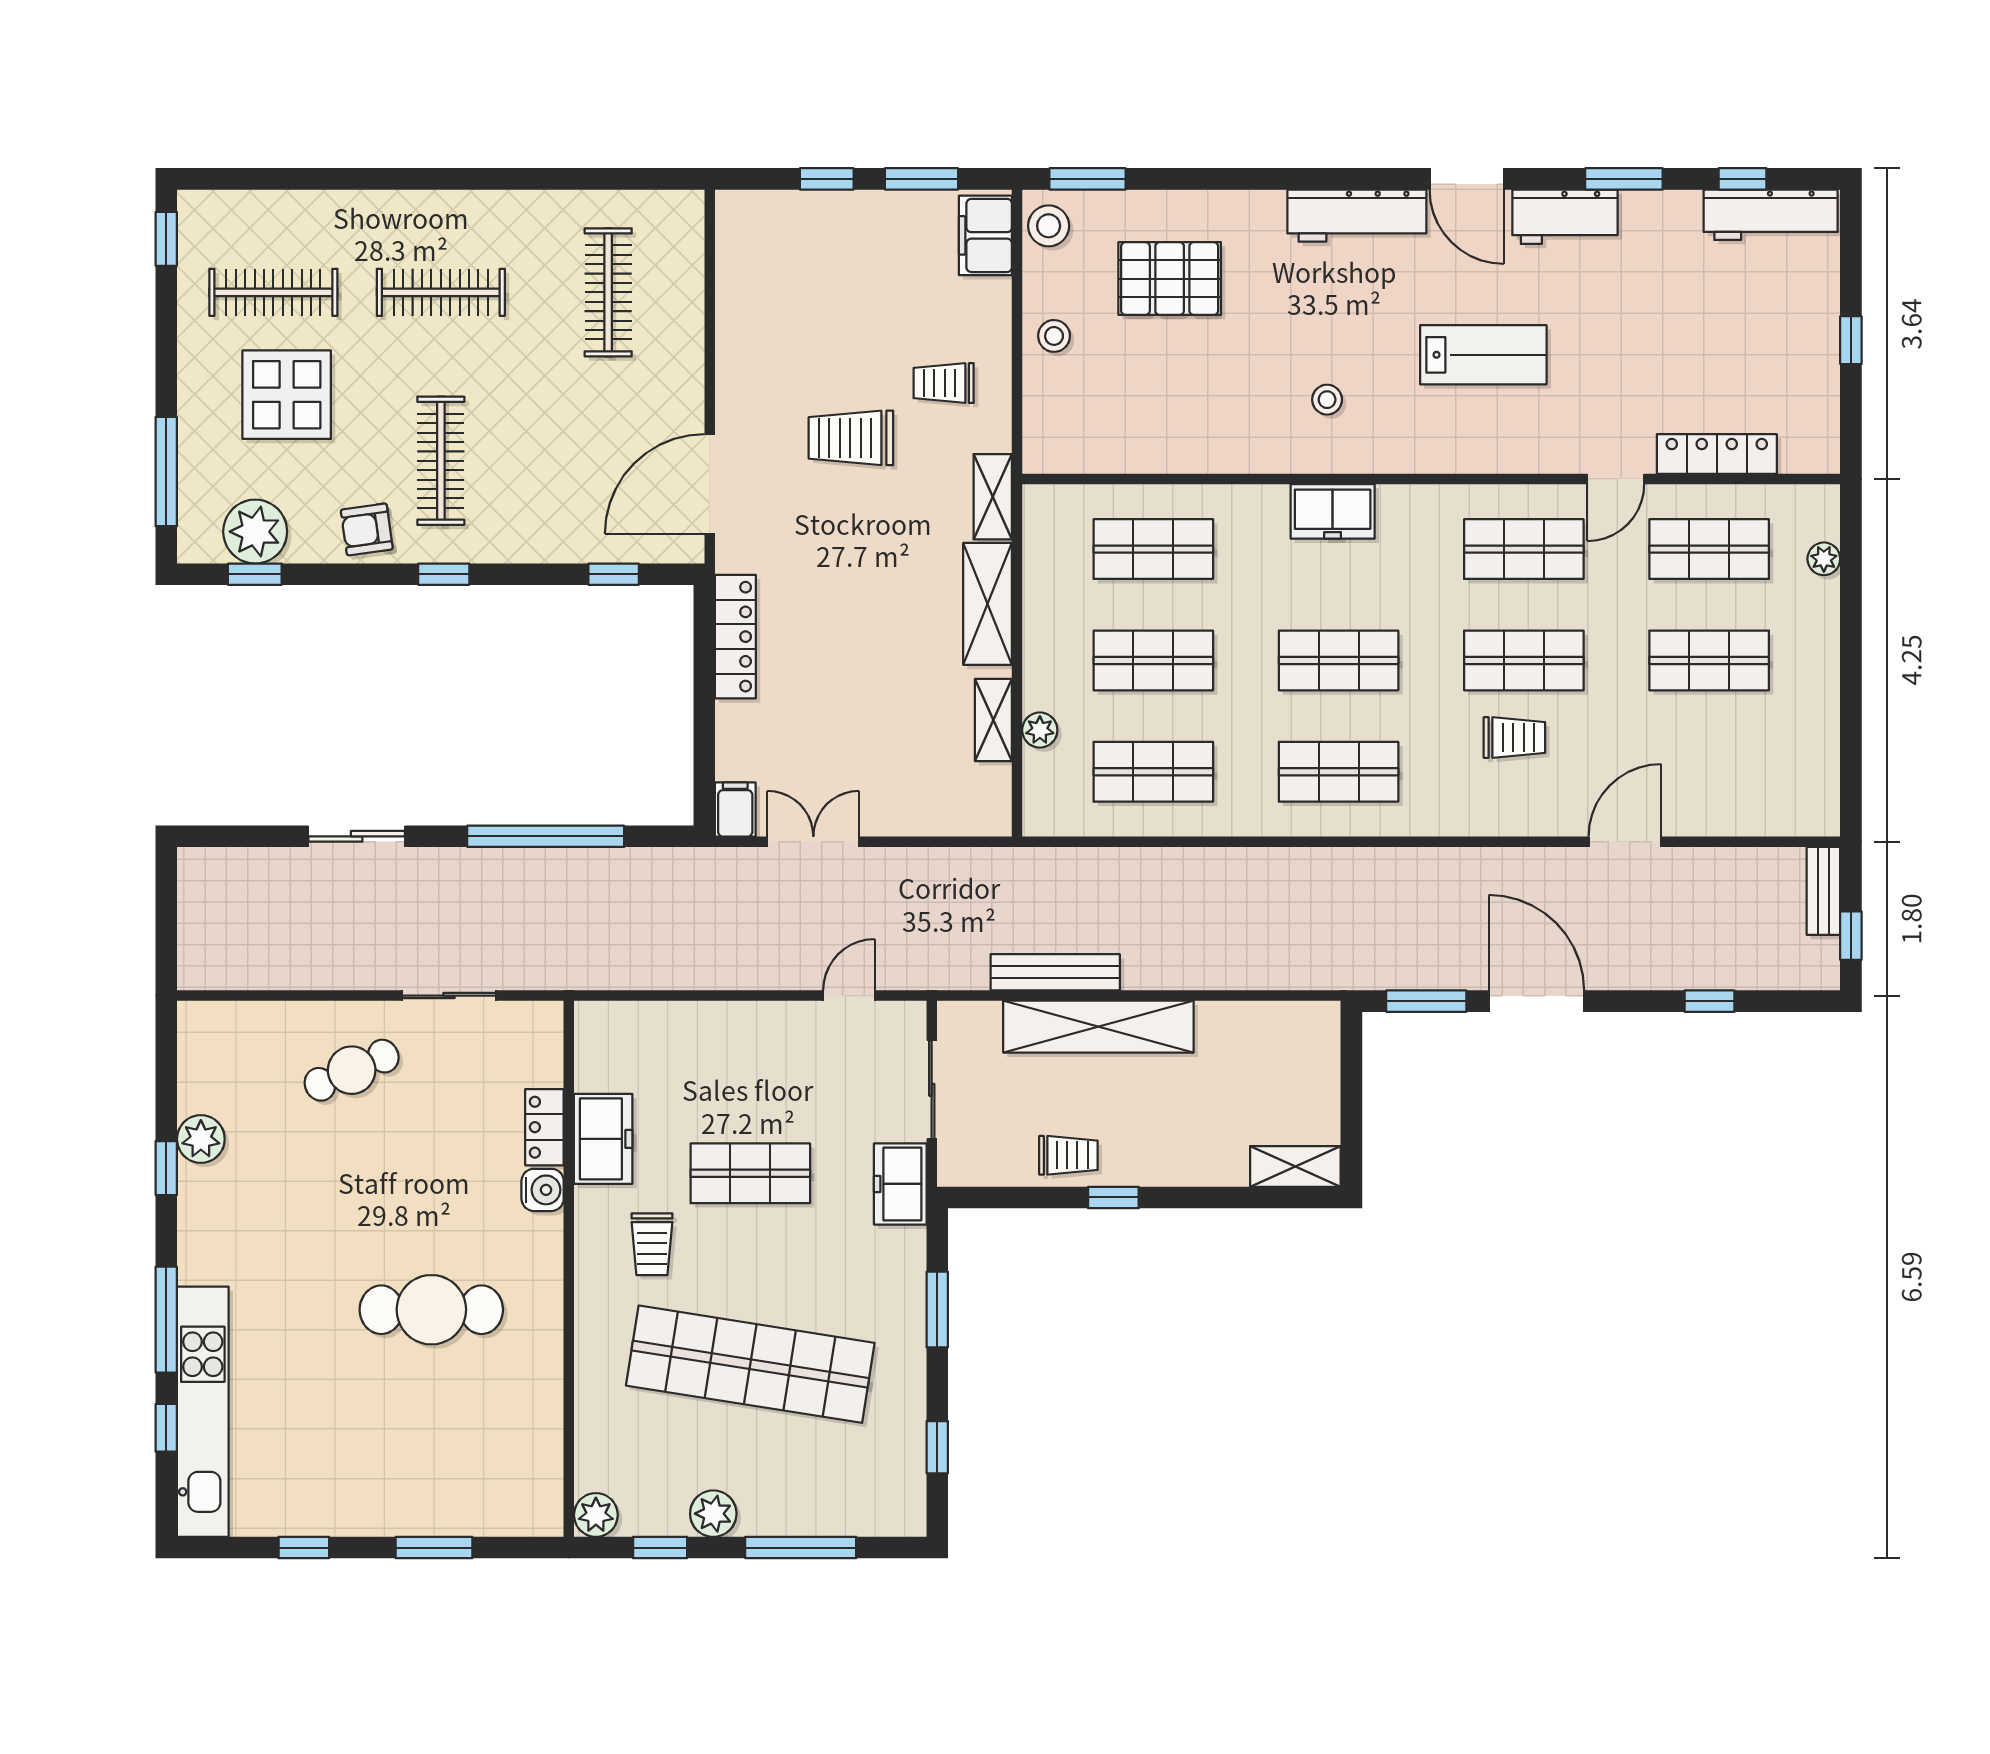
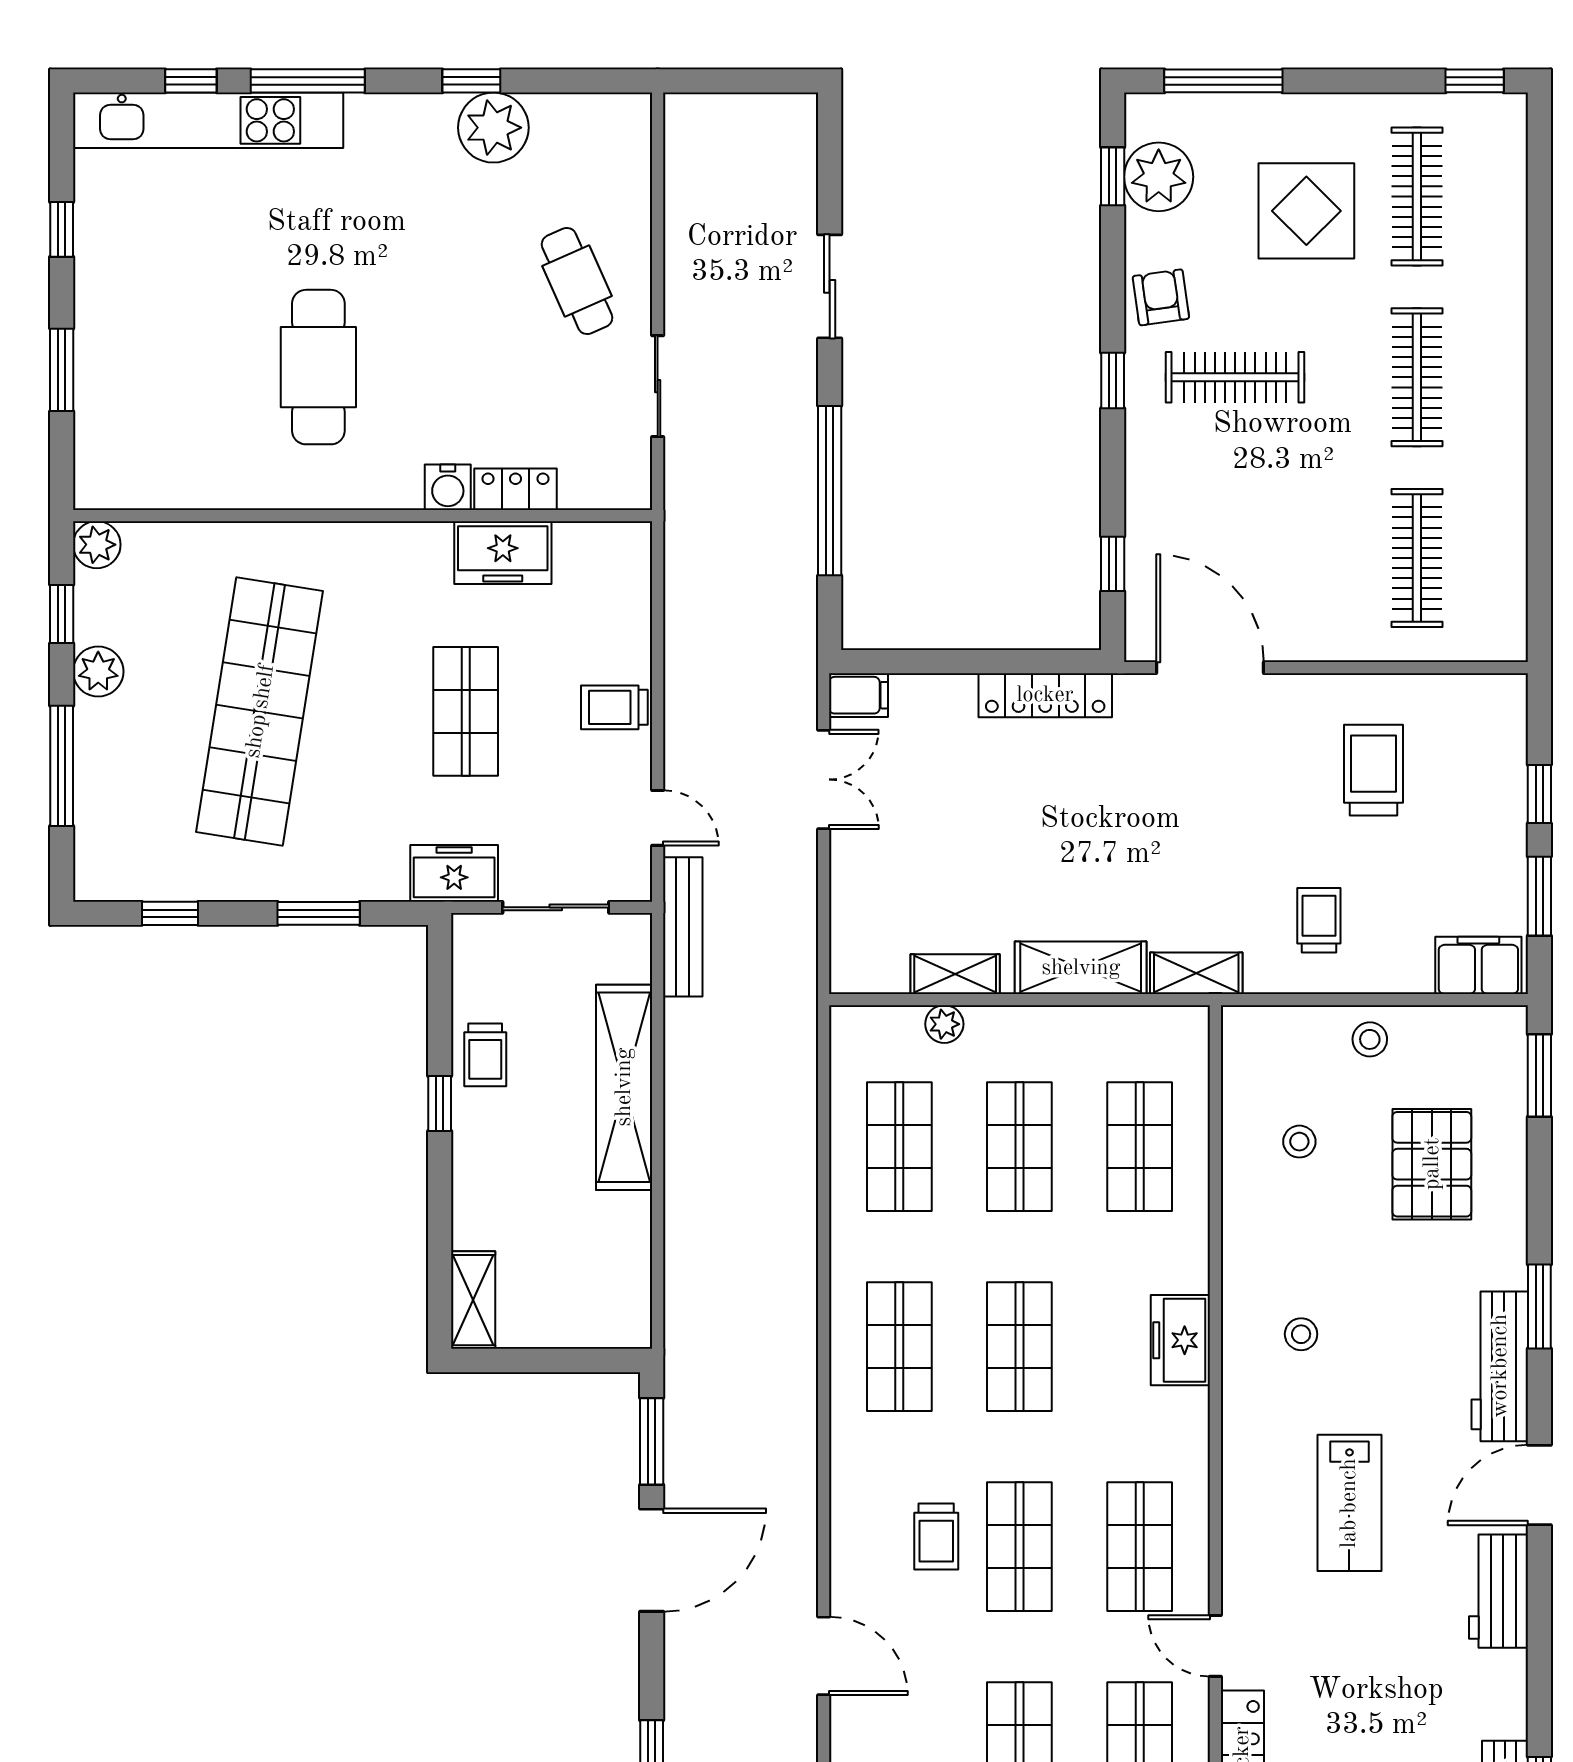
window: (1624, 179) -> (1539, 1306), moved
stool: (1049, 226) -> (1299, 1142), moved, width x0.73, depth x0.73
clothes rail: (608, 292) -> (1417, 558), turned 90
trolley: (851, 438) -> (1374, 770), moved
bench: (1055, 972) -> (683, 927), moved
plant: (201, 1139) -> (493, 128), width x1.36, depth x1.36
trolley: (652, 1244) -> (614, 707), moved

